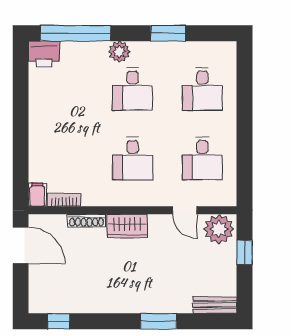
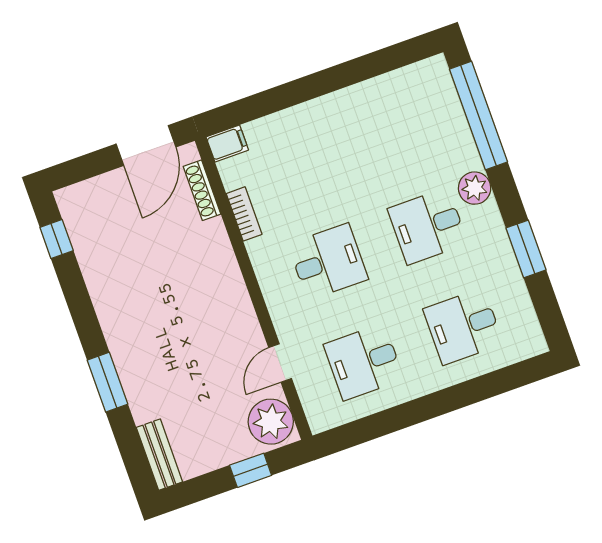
printer: (44, 54) -> (433, 81), removed
desk: (133, 158) -> (328, 262), turned 180
bookcase: (64, 200) -> (244, 214), moved
shoe rack: (86, 221) -> (202, 190), moved
wardrobe: (127, 226) -> (228, 288), removed

